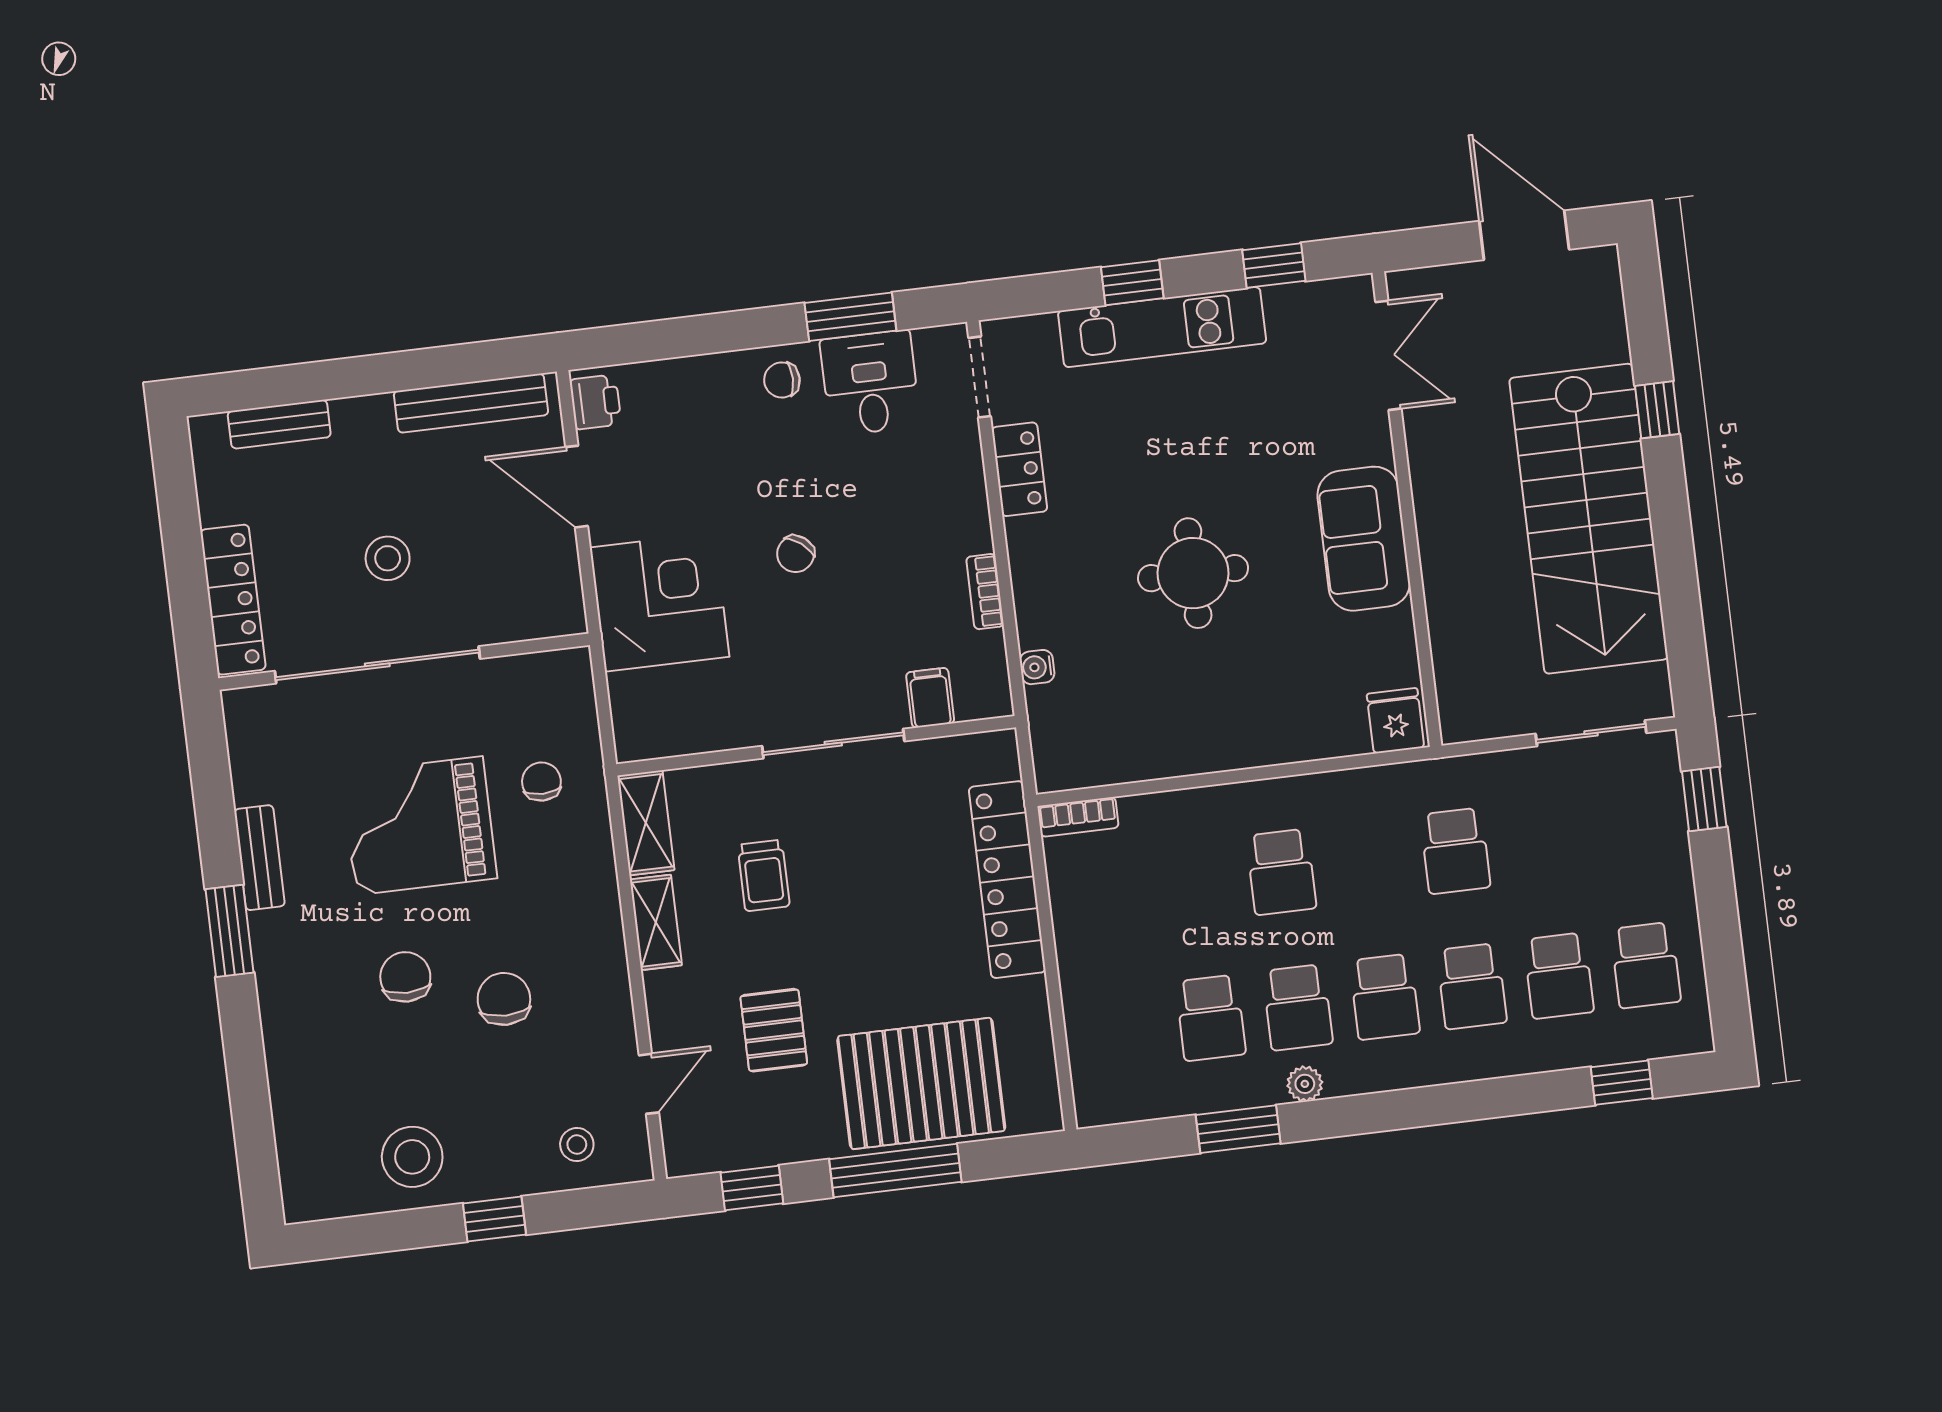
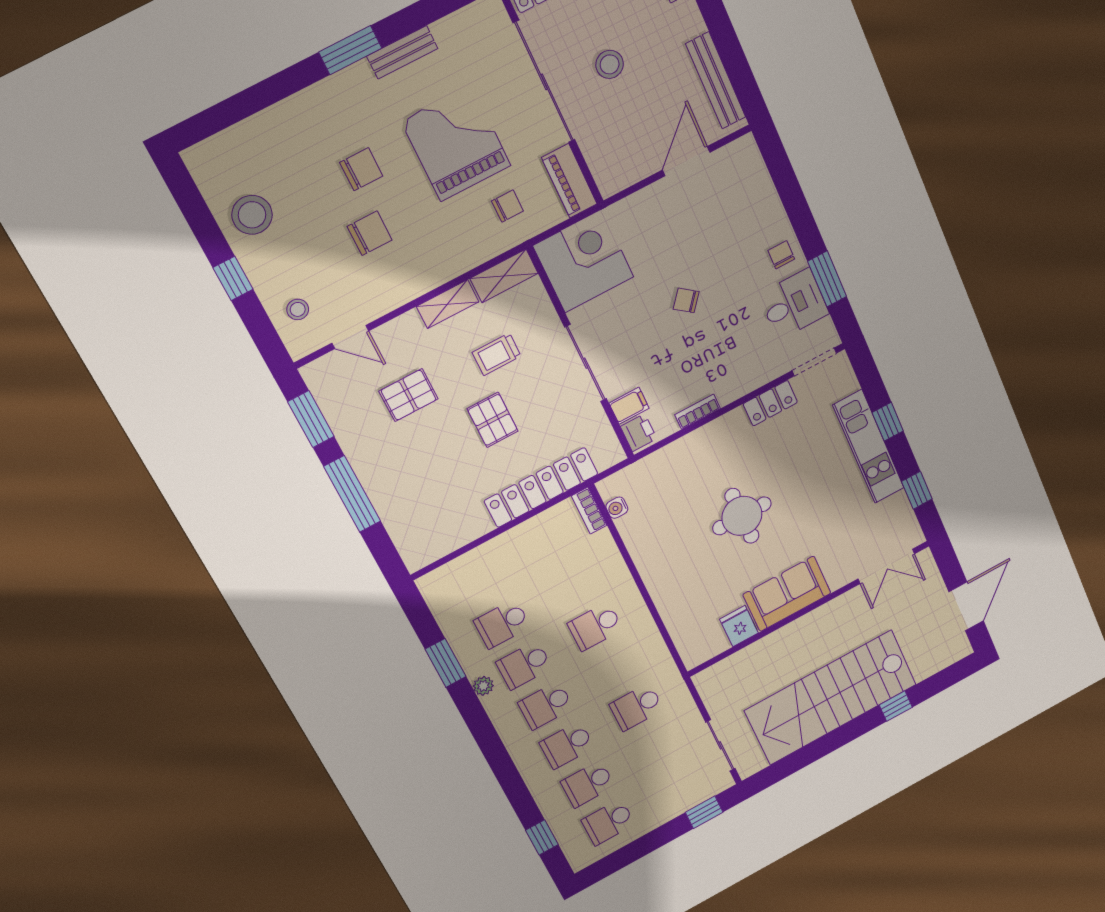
printer: (595, 402) -> (639, 433), moved, turned -90
corner desk: (660, 602) -> (584, 261), moved, turned -90
water cooler: (1037, 667) -> (617, 508), moved, turned -90
piano: (539, 676) -> (569, 181), added
fridge: (1395, 721) -> (739, 626), moved, turned -90
pallet: (921, 1083) -> (493, 420), moved, width x0.49, depth x0.50
window: (752, 1188) -> (311, 419), width x1.50

